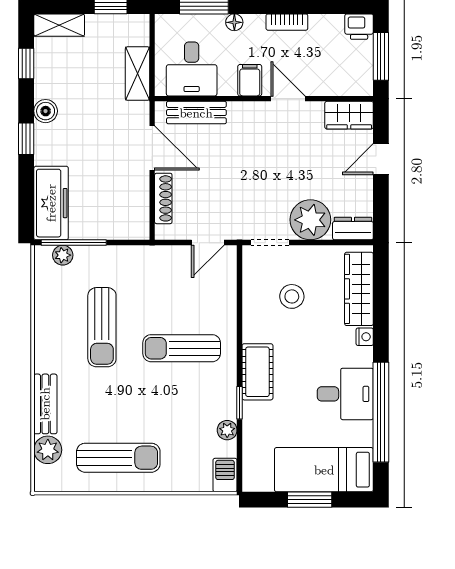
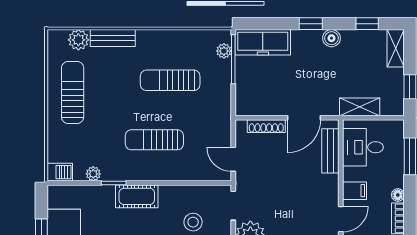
floor lamp: (234, 22) -> (398, 195), moved
sun lounger: (182, 348) -> (154, 140), turned -90
sun lounger: (118, 458) -> (73, 92), turned 180

